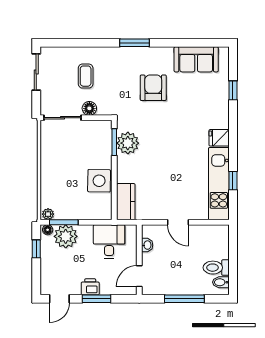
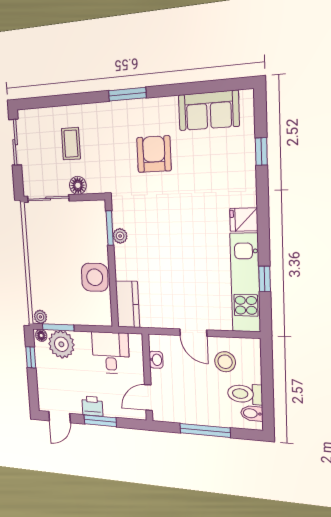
plant: (128, 143) -> (120, 236), width x0.53, depth x0.53
stool: (202, 244) -> (225, 362), added

